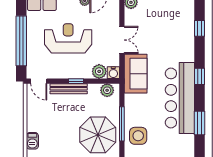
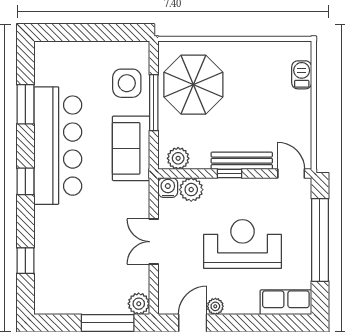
reception desk: (68, 38) -> (243, 244), turned 180
sofa: (136, 74) -> (131, 148), moved

